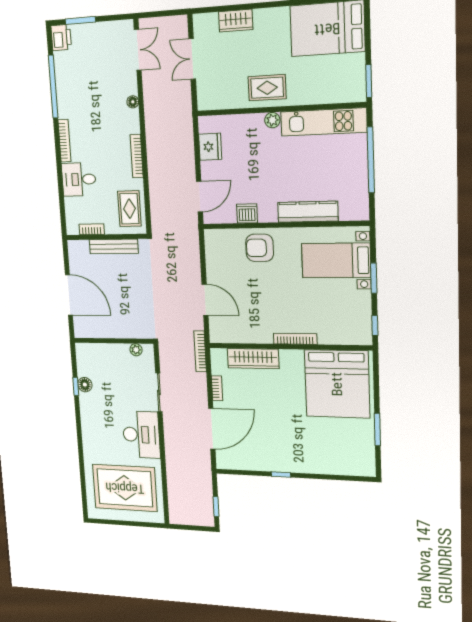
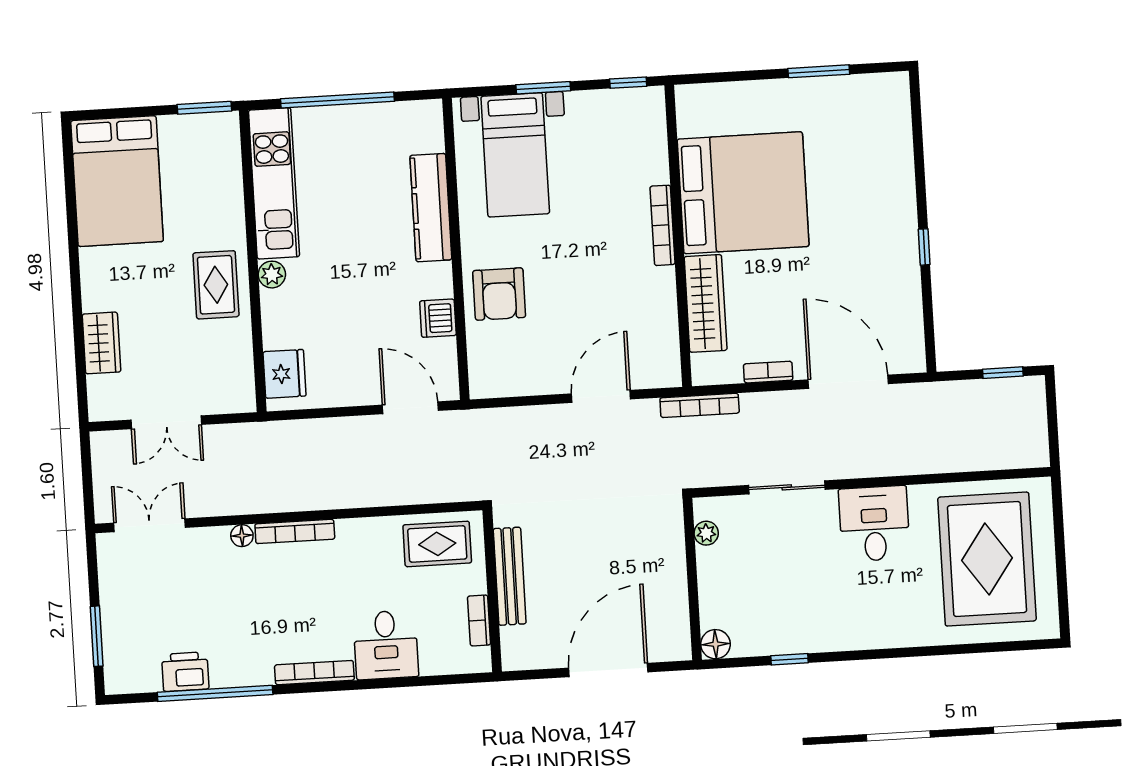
printer: (61, 37) -> (185, 672), moved
fridge: (210, 147) -> (284, 374), moved, turned 90
bookcase: (137, 156) -> (295, 531), moved
bed: (337, 384) -> (743, 193), moved
floor lamp: (85, 385) -> (716, 644), moved
desk: (141, 435) -> (874, 524), width x0.73

